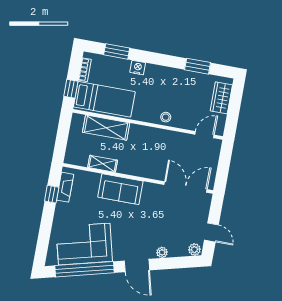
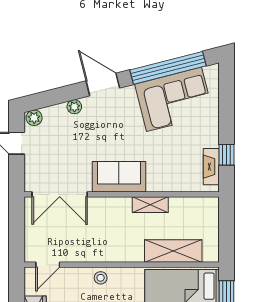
shelving: (103, 164) -> (150, 205), moved
sofa: (120, 189) -> (119, 177), moved

